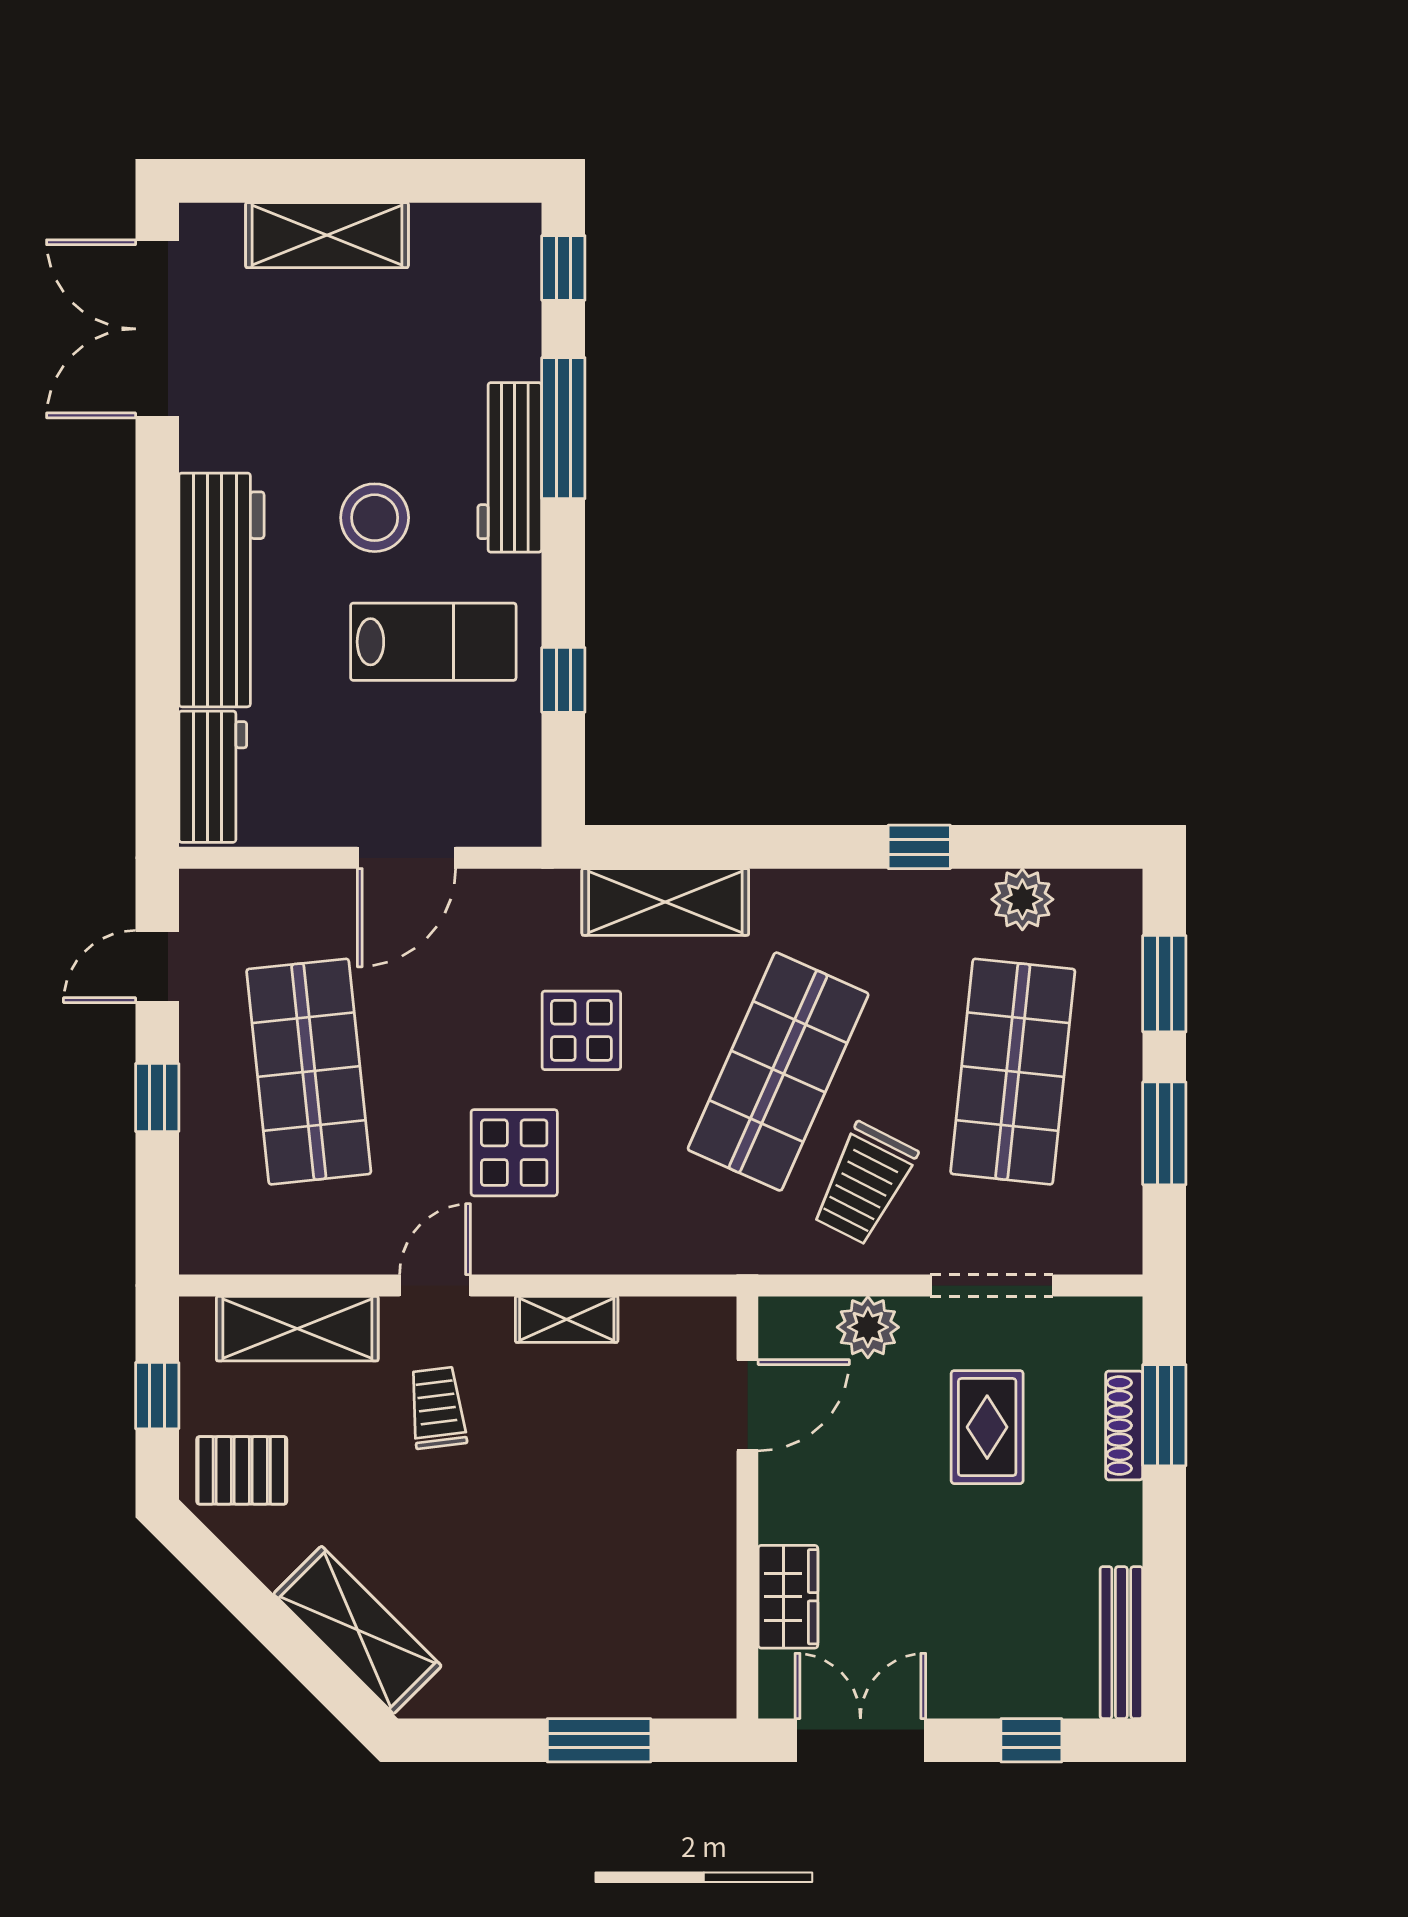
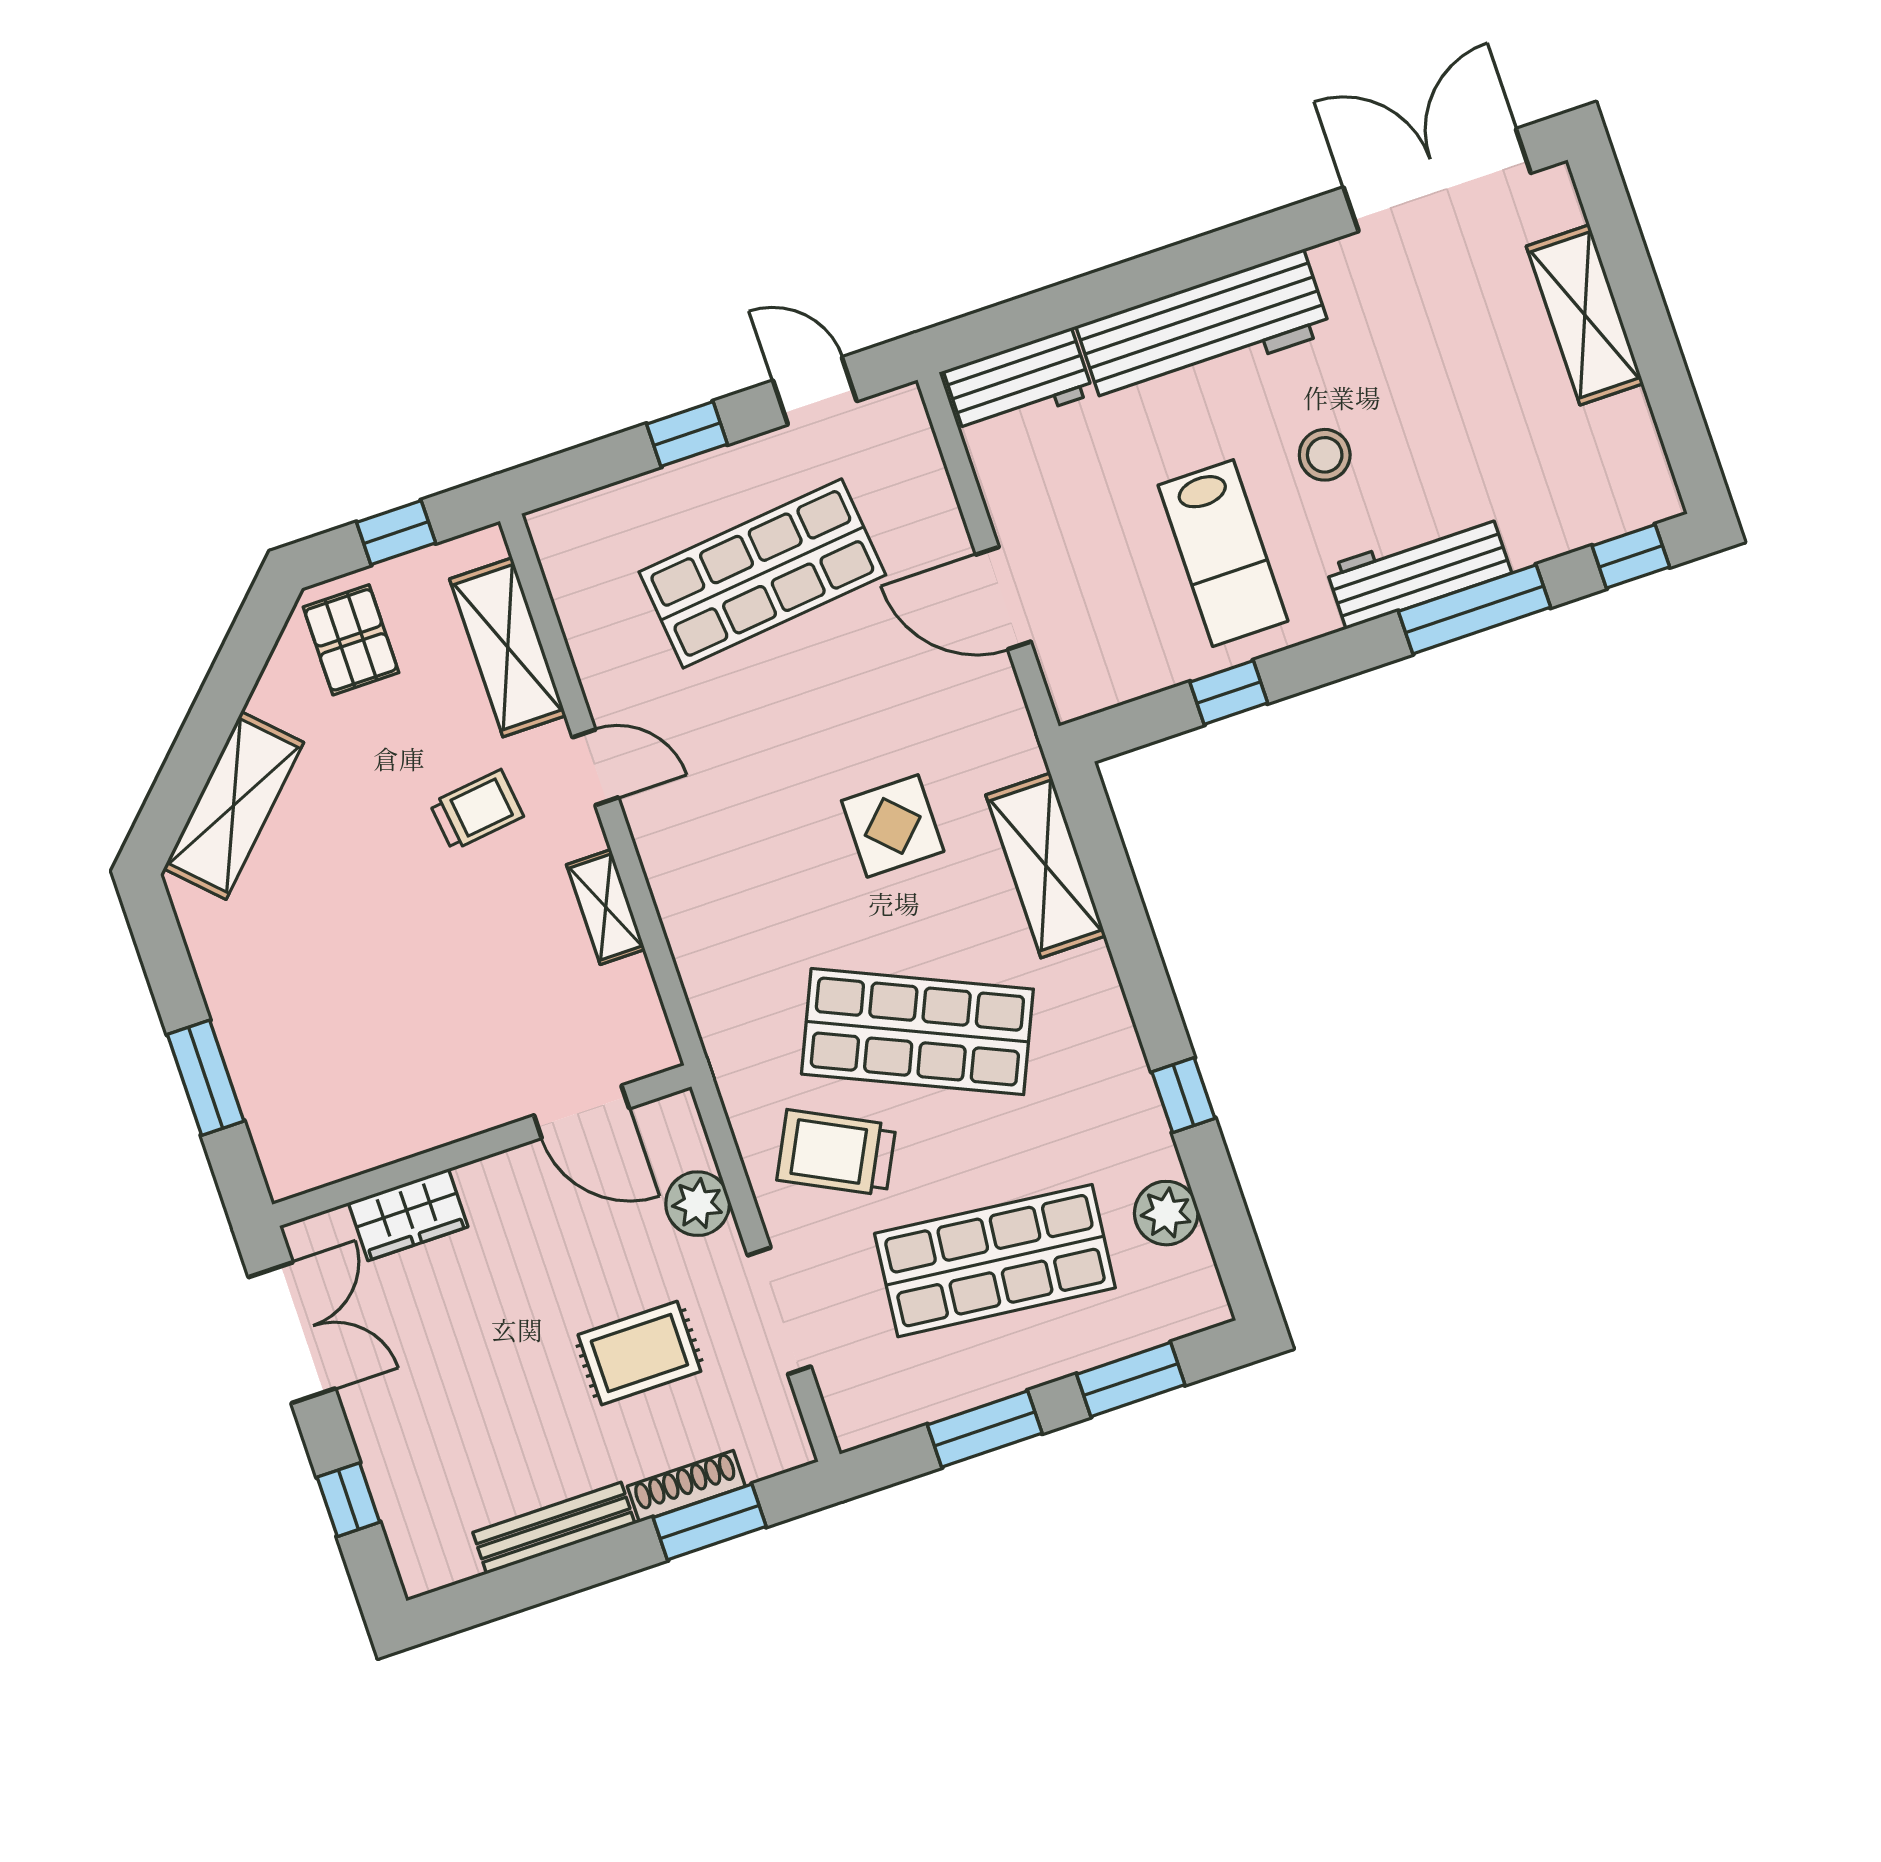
stool: (375, 518) -> (1325, 455), width x0.73, depth x0.73
display table: (514, 1153) -> (751, 801), removed
bench: (1121, 1643) -> (554, 1528), moved

